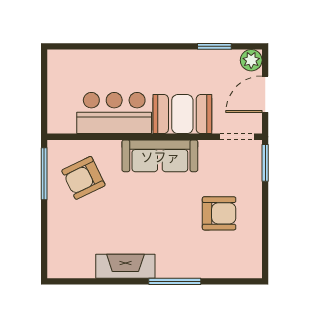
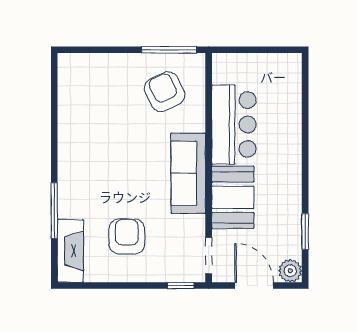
window: (265, 163) -> (181, 286), width x0.67
armchair: (219, 213) -> (127, 236), turned 180
fireplace: (125, 266) -> (70, 251), moved
window: (175, 281) -> (54, 211), moved

